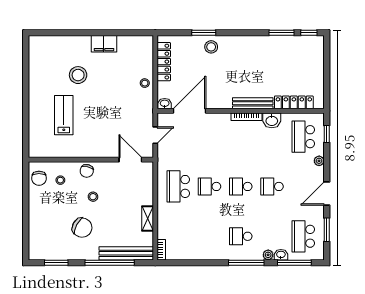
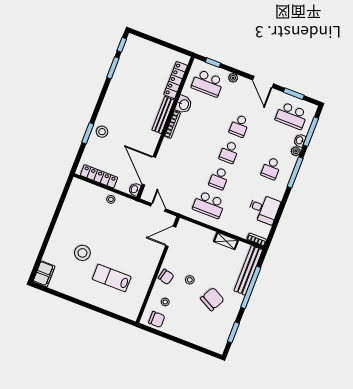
filing cabinet: (104, 44) -> (44, 274), moved
desk: (196, 245) -> (264, 209), added

